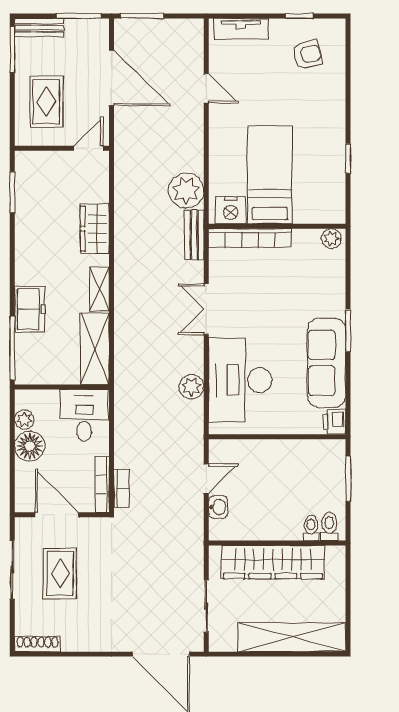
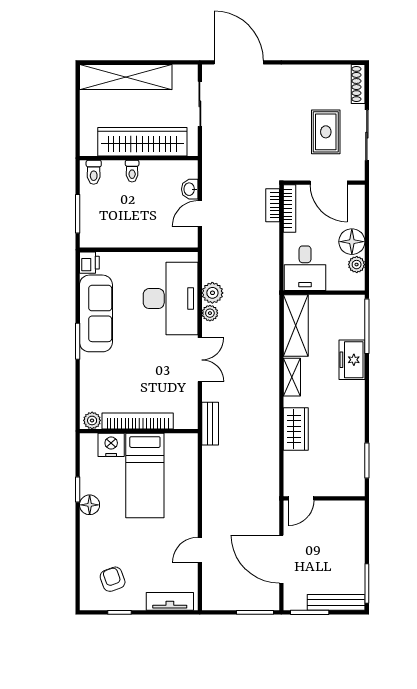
bench: (39, 28) -> (336, 602), width x1.36
armchair: (307, 54) -> (113, 579), turned 82
door: (206, 88) -> (200, 550), hinge flipped
rug: (46, 102) -> (337, 539), removed
floor lamp: (334, 141) -> (90, 505), added
plant: (186, 191) -> (210, 313), moved, width x0.53, depth x0.53
nightstand: (231, 210) -> (111, 445), moved
bookcase: (250, 238) -> (138, 421), moved
toilet: (311, 528) -> (132, 171), moved
shoe rack: (37, 644) -> (358, 84), moved, turned 90

